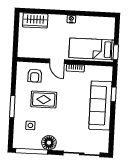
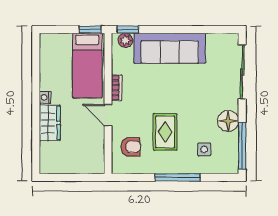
wardrobe: (35, 20) -> (50, 123), moved
door: (57, 61) -> (108, 115), swing flipped
plant: (107, 76) -> (125, 40), added
window: (114, 94) -> (128, 30), moved
window: (12, 106) -> (178, 177), width x1.44

